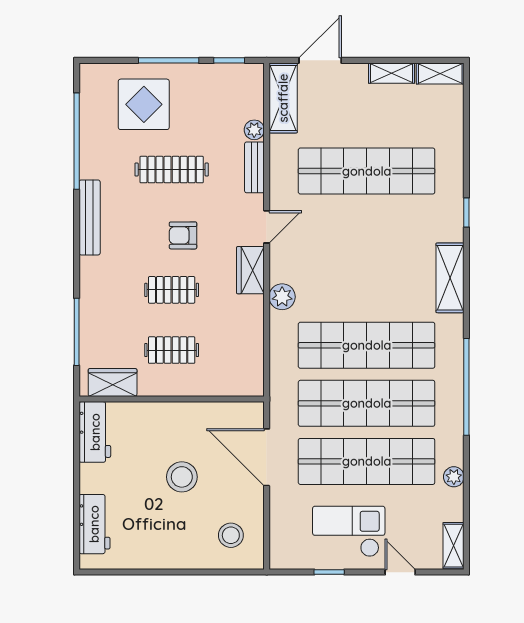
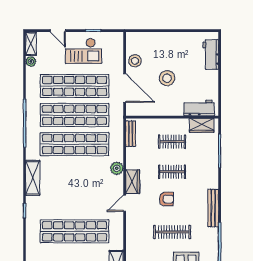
plant: (254, 130) -> (131, 252), removed
bench: (254, 167) -> (131, 134), moved
workbench: (95, 432) -> (199, 108), moved, turned 90
plant: (454, 477) -> (31, 61), moved
stool: (231, 535) -> (135, 61), moved

